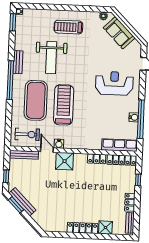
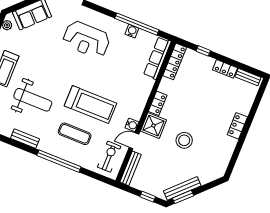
window: (10, 80) -> (59, 161), moved
reception desk: (114, 83) -> (86, 40), turned -90
exercise mat: (36, 100) -> (75, 134), width x0.50, depth x0.69
treadmill: (64, 105) -> (90, 104), turned 180
locker: (97, 159) -> (158, 103), moved
stool: (61, 190) -> (184, 140), added
locker: (82, 228) -> (237, 126), width x0.66
shower: (105, 228) -> (244, 106), removed

